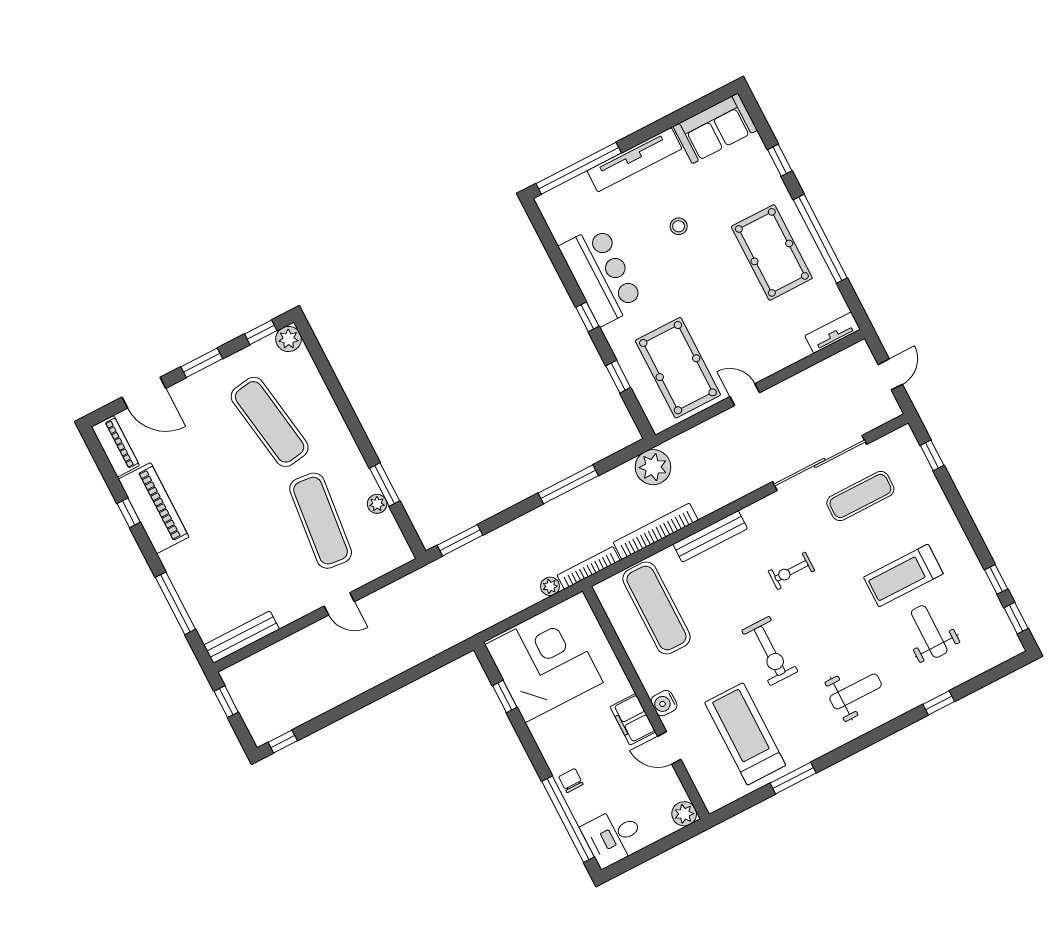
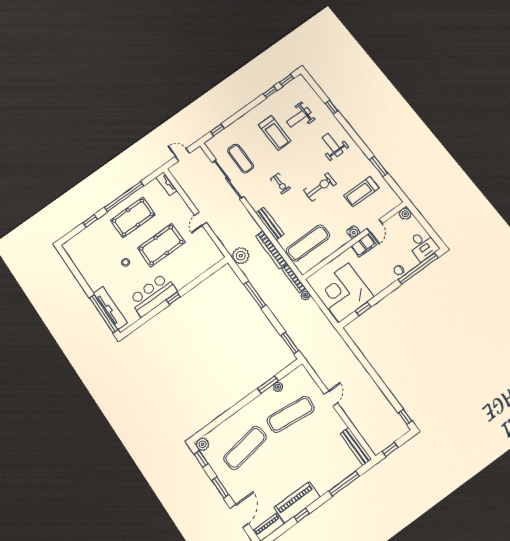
sofa: (715, 128) -> (78, 253), removed
tv unit: (635, 160) -> (110, 308), moved
pool table: (678, 368) -> (161, 245), moved
window: (618, 377) -> (200, 279), removed
treadmill: (745, 734) -> (361, 192), width x0.73, depth x0.73

